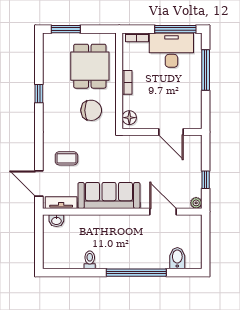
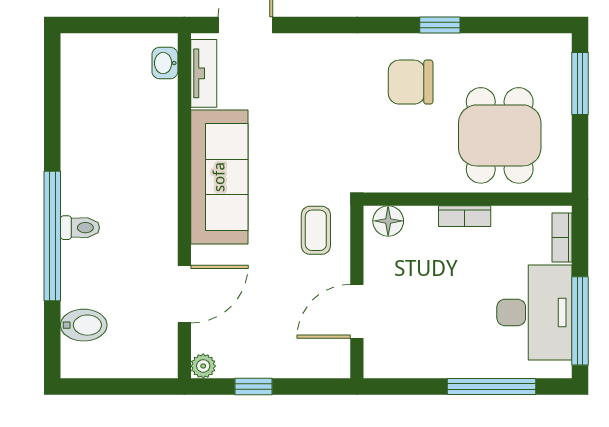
dining table: (90, 66) -> (500, 135), turned 90
chair: (91, 110) -> (411, 82), moved, turned 90
coffee table: (66, 158) -> (316, 230), moved
toilet: (90, 260) -> (80, 228), moved

